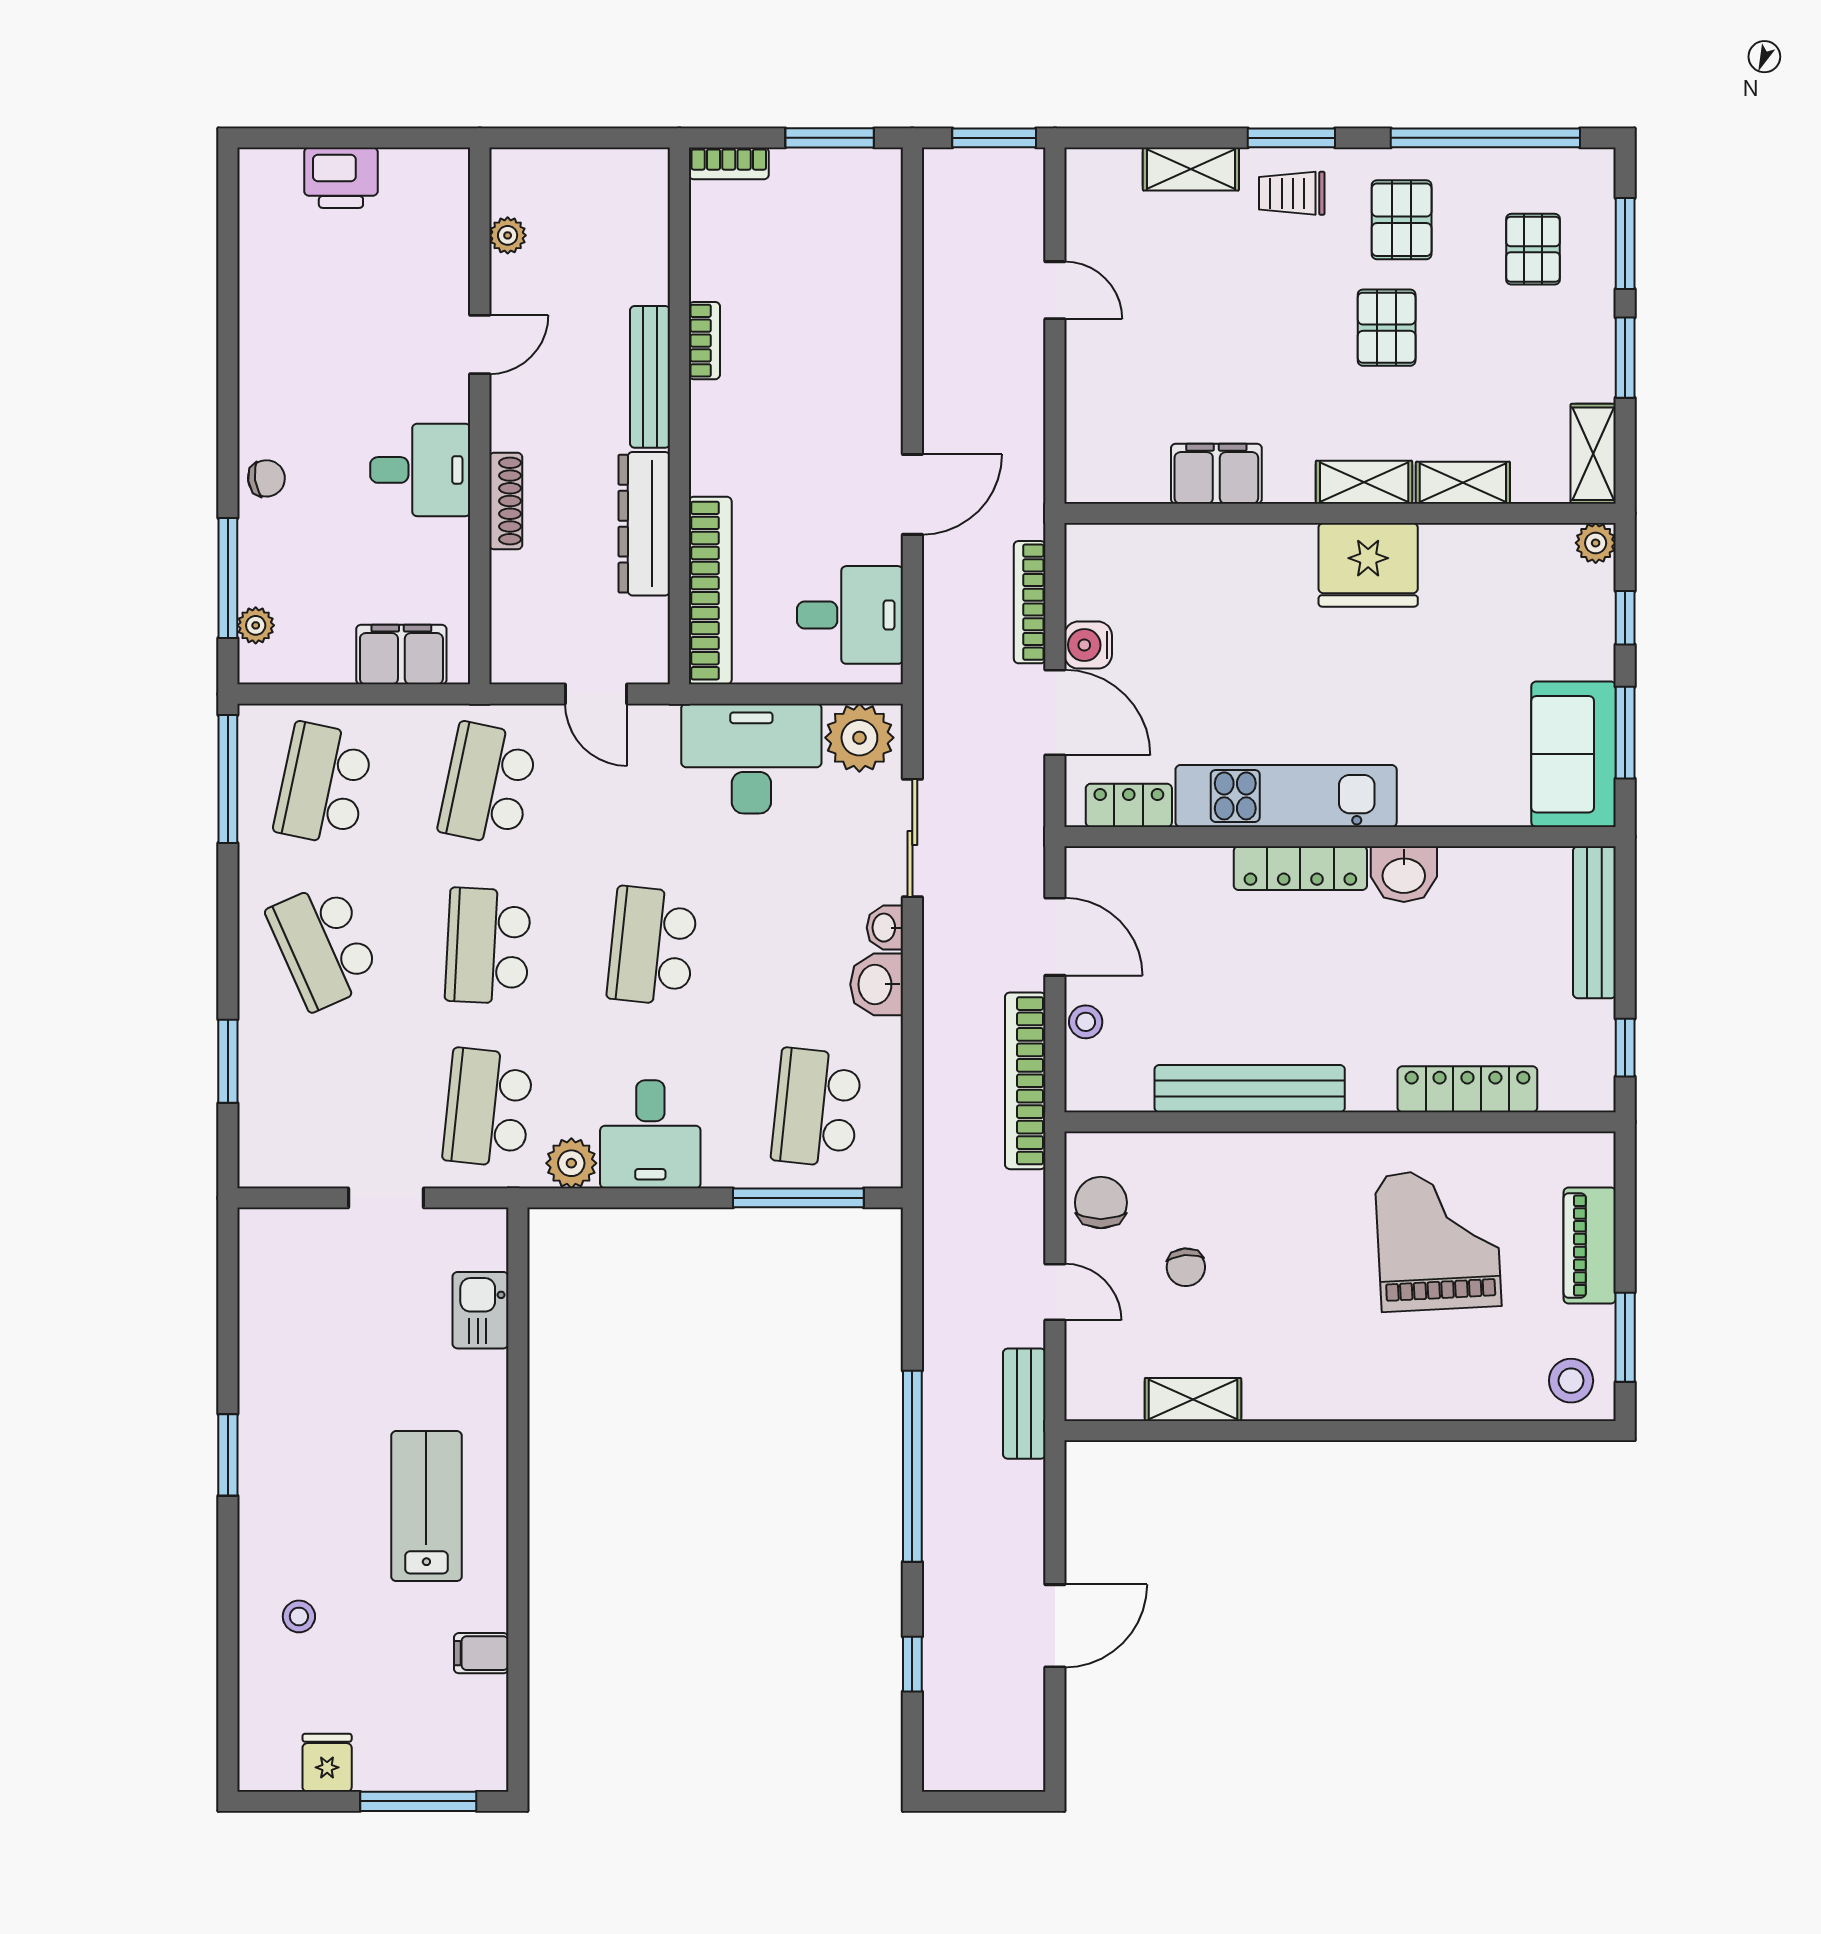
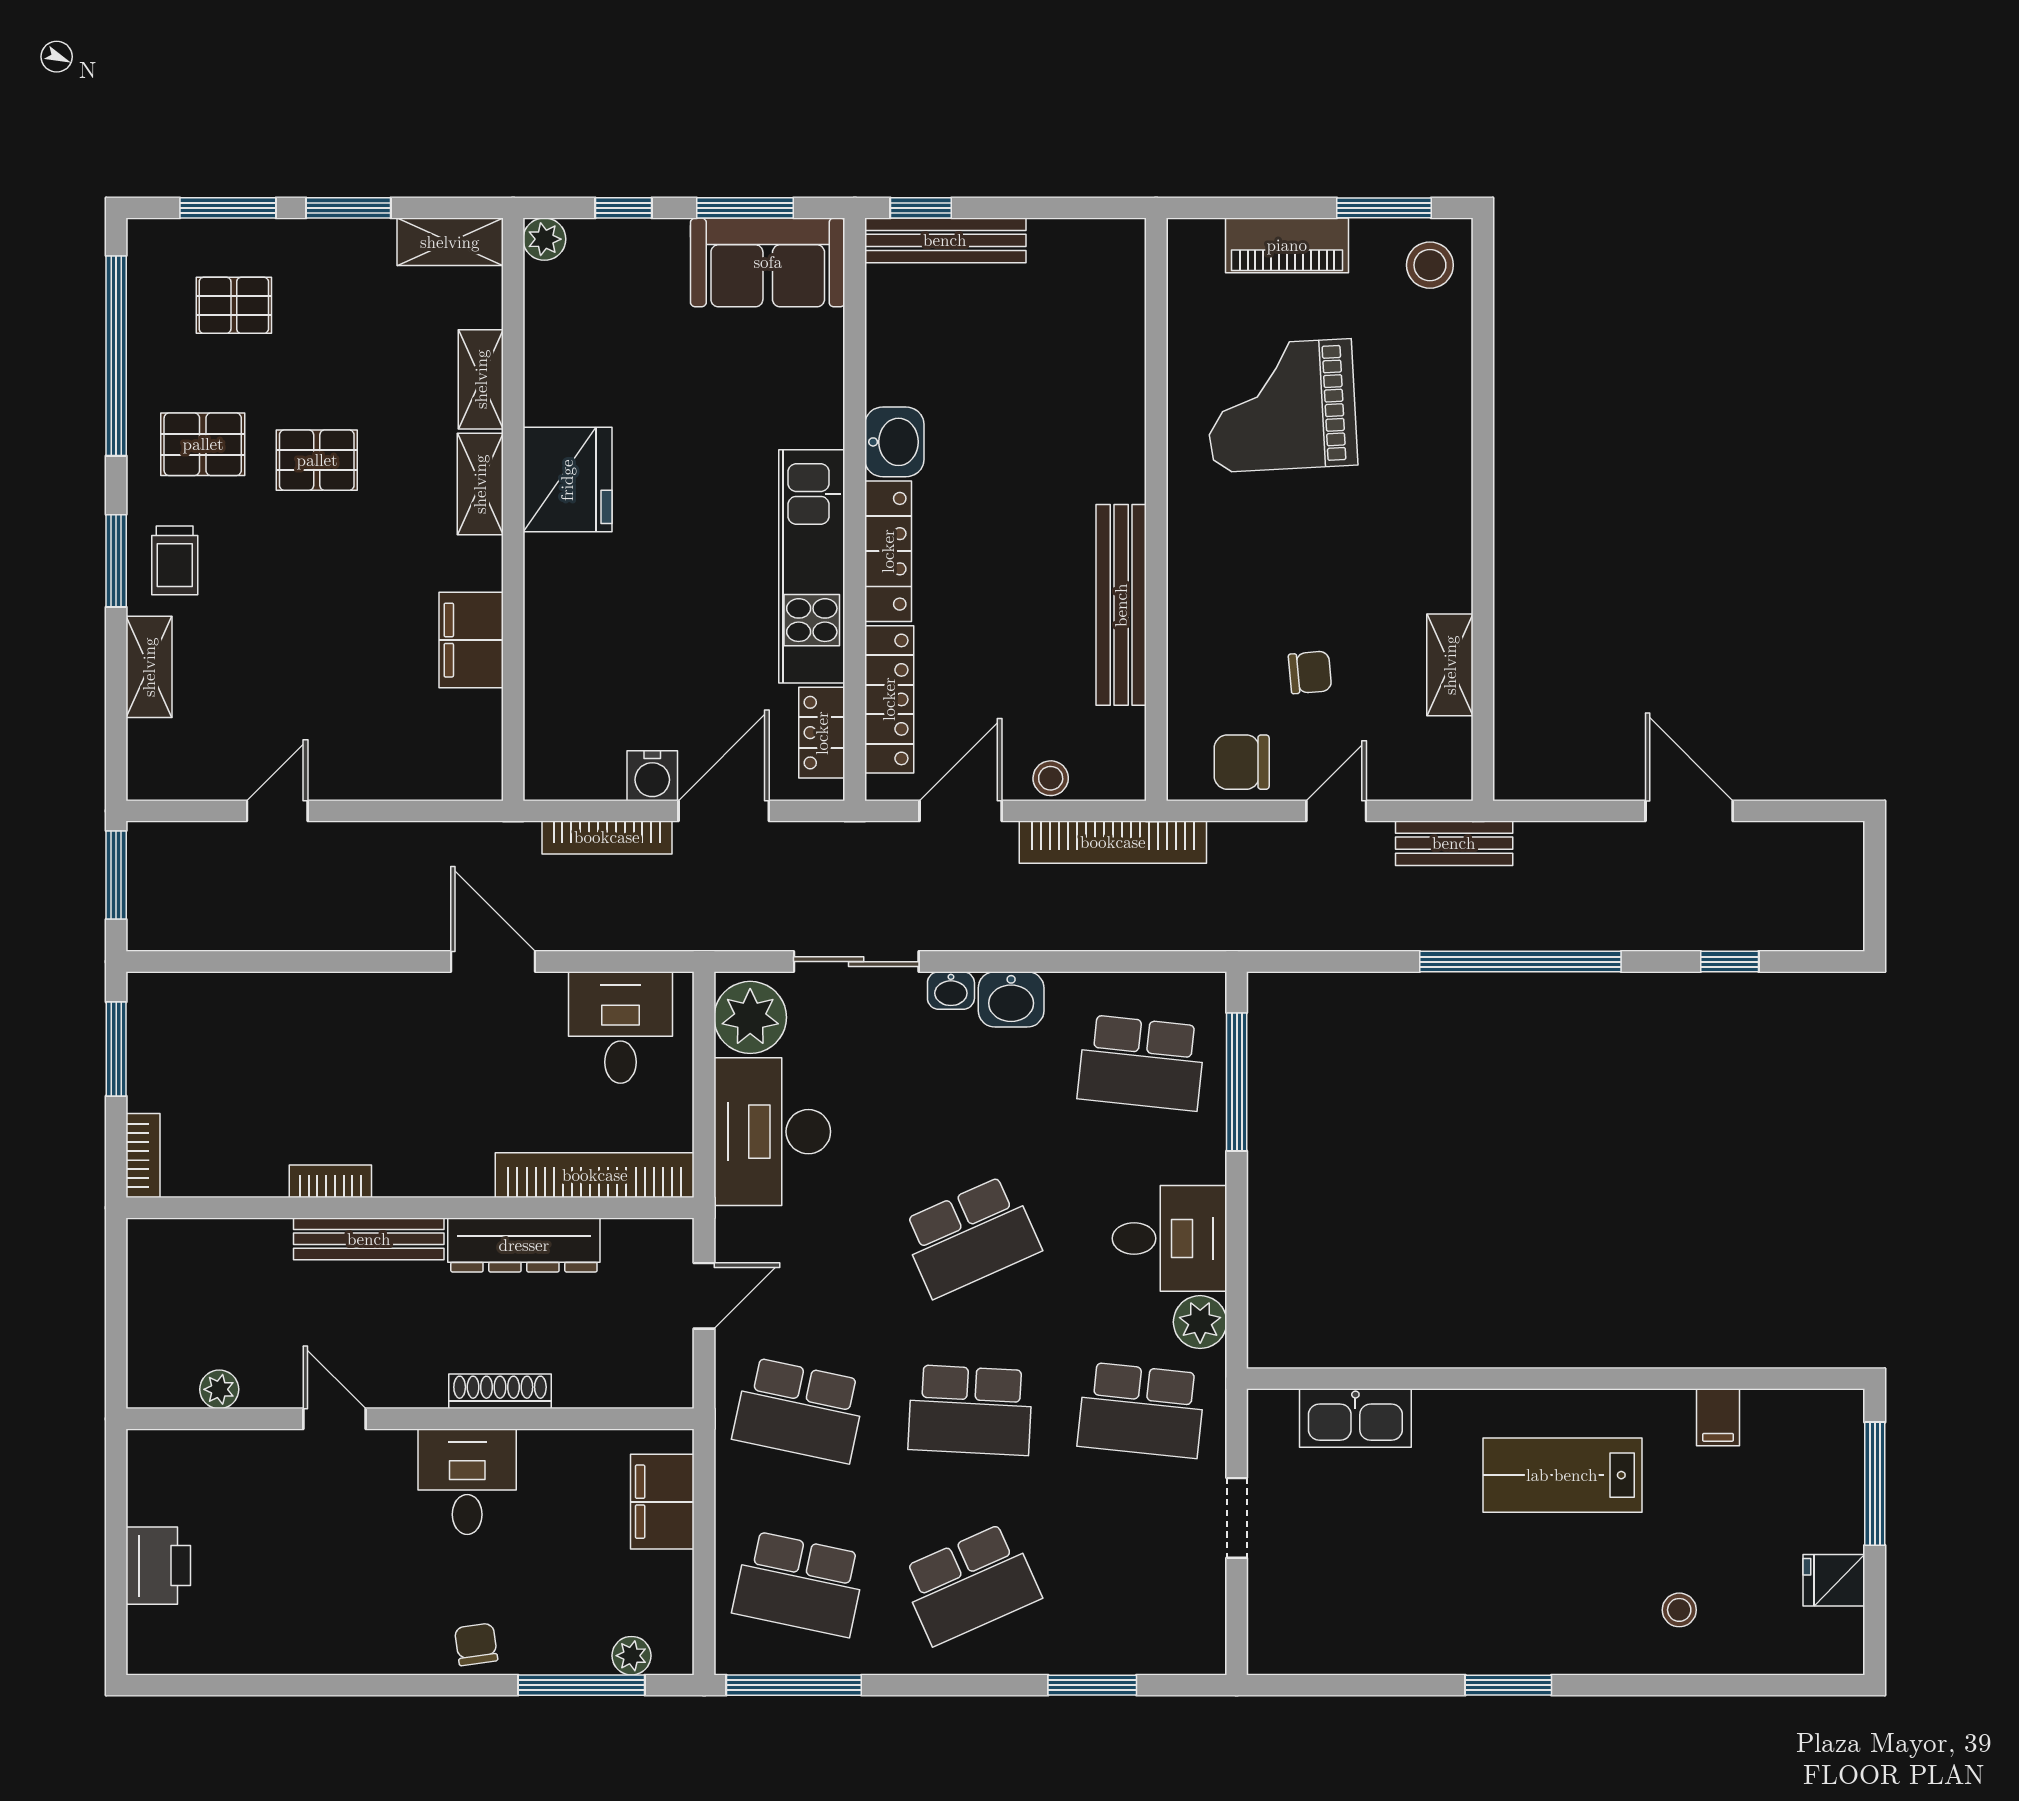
school desk: (652, 946) -> (970, 1236), turned -30
window: (1625, 1048) -> (921, 208), moved
locker: (1467, 1089) -> (889, 699), moved, turned 180
kitchen sink: (480, 1310) -> (1355, 1418), width x1.38

